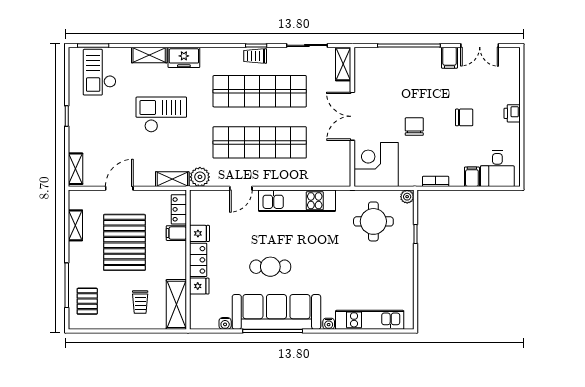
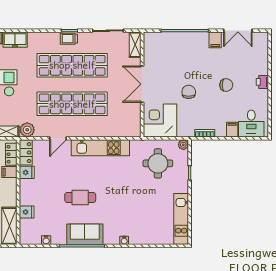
locker: (198, 260) -> (26, 153), moved
sofa: (276, 312) -> (85, 234), width x0.54, depth x0.79
kitchen unit: (370, 320) -> (181, 219), moved, turned -90

